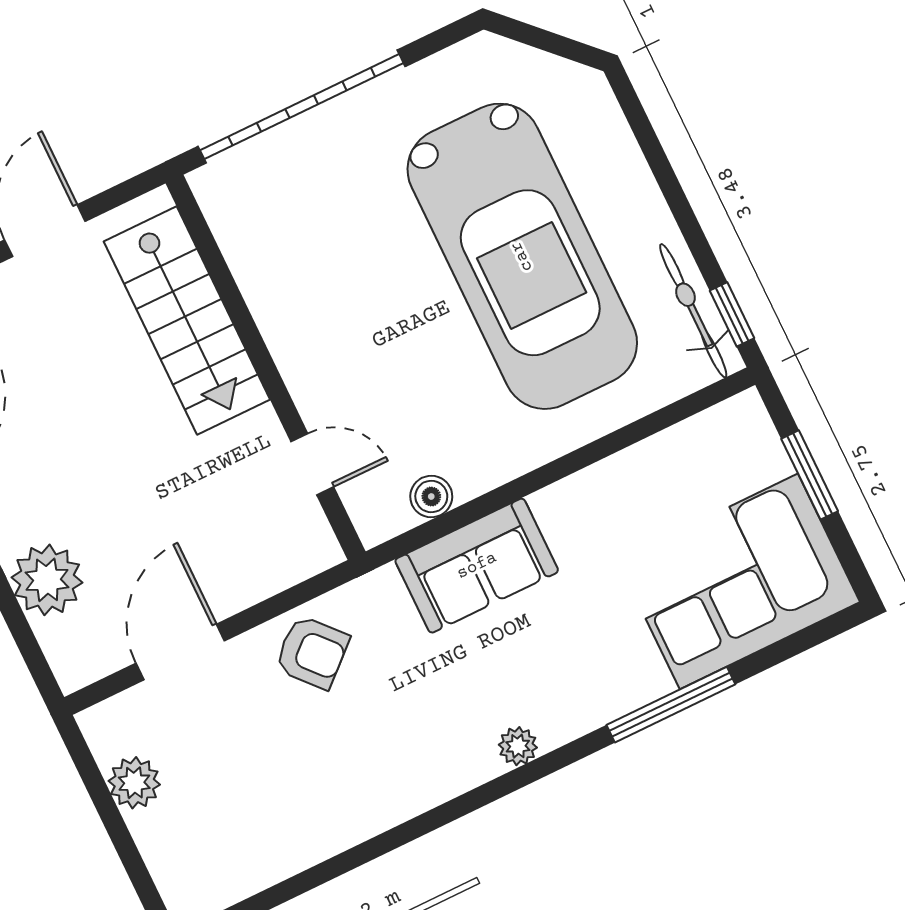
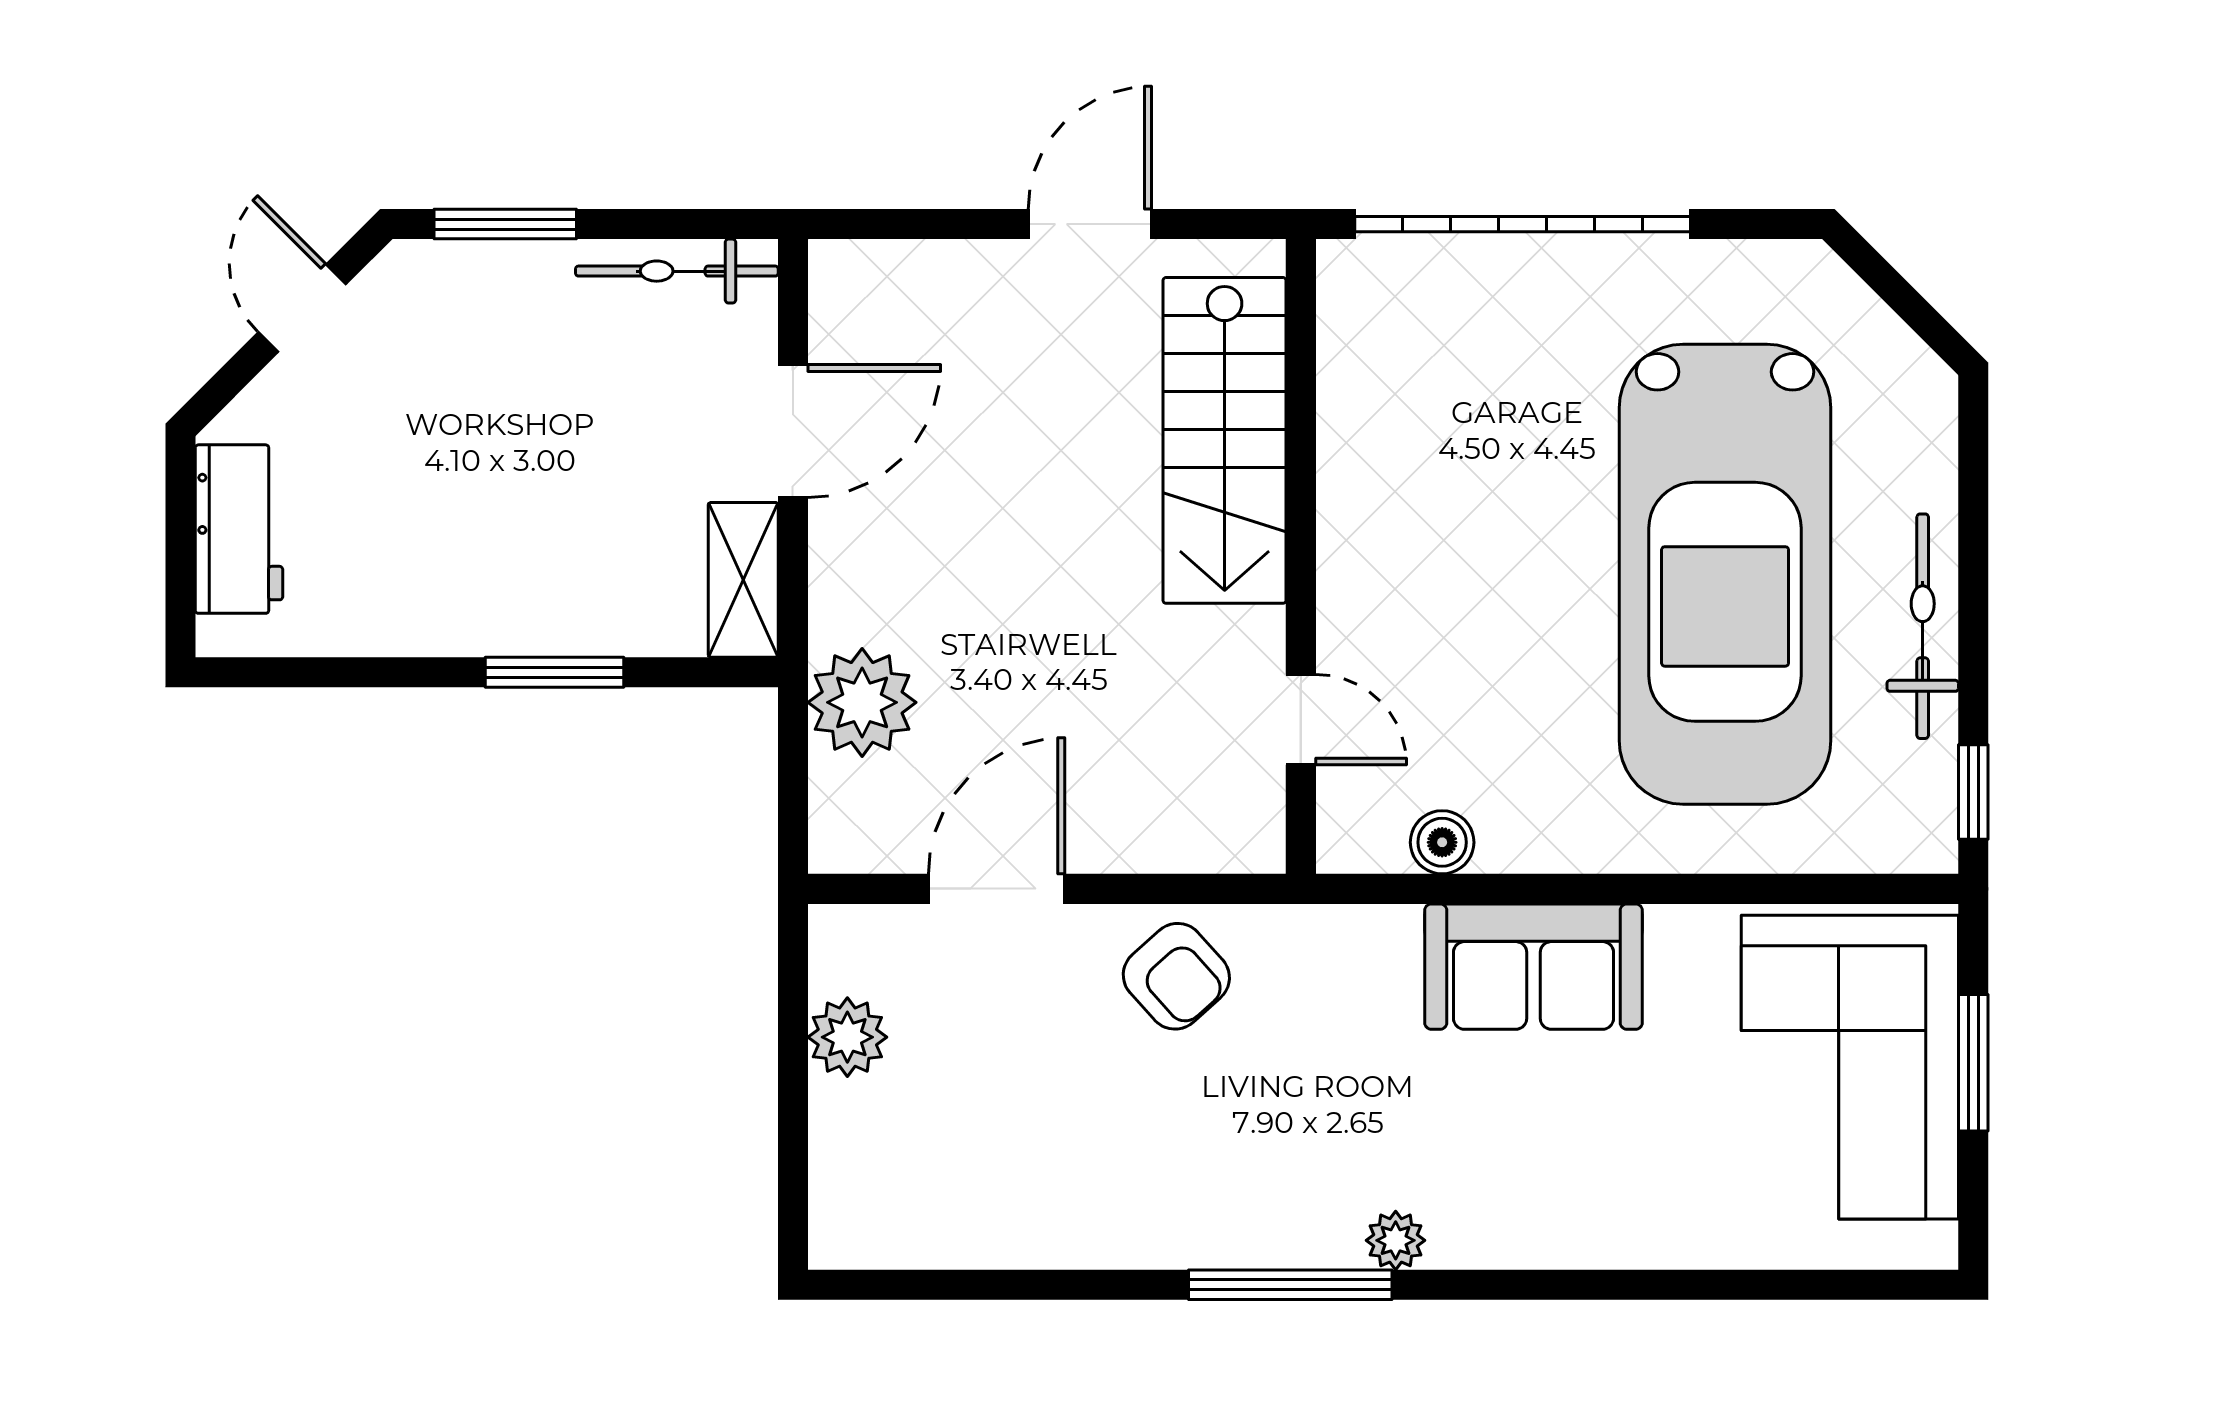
bicycle: (693, 311) -> (1923, 626), moved
sofa: (477, 566) -> (1534, 967), moved
corner sofa: (739, 581) -> (1850, 1067), moved, turned -90
window: (671, 705) -> (1290, 1285), moved

